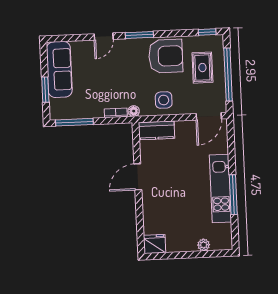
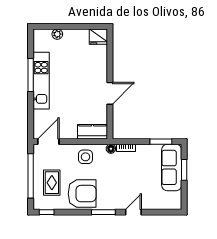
armchair: (166, 56) -> (82, 194), turned 180
sofa: (59, 69) -> (172, 167), moved
window: (74, 122) -> (161, 142), width x0.69

